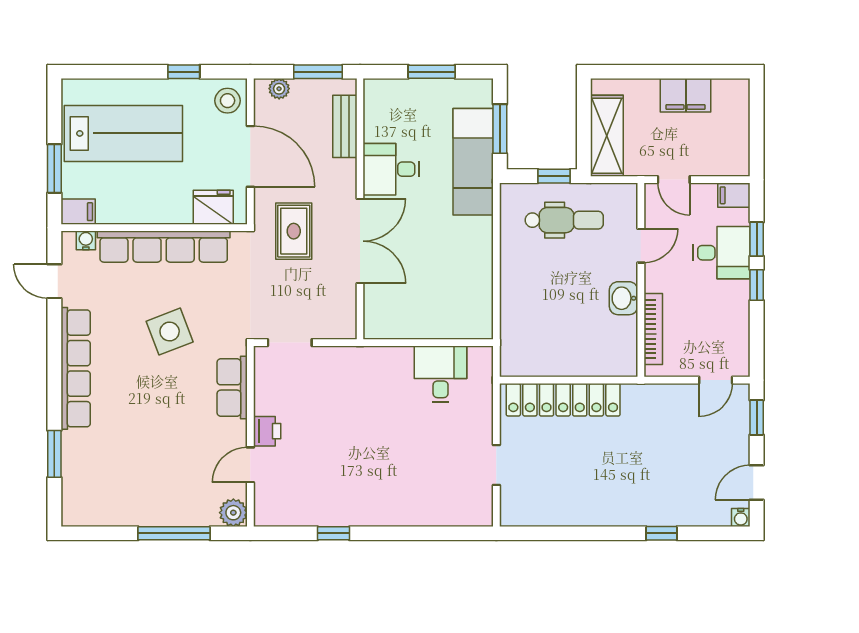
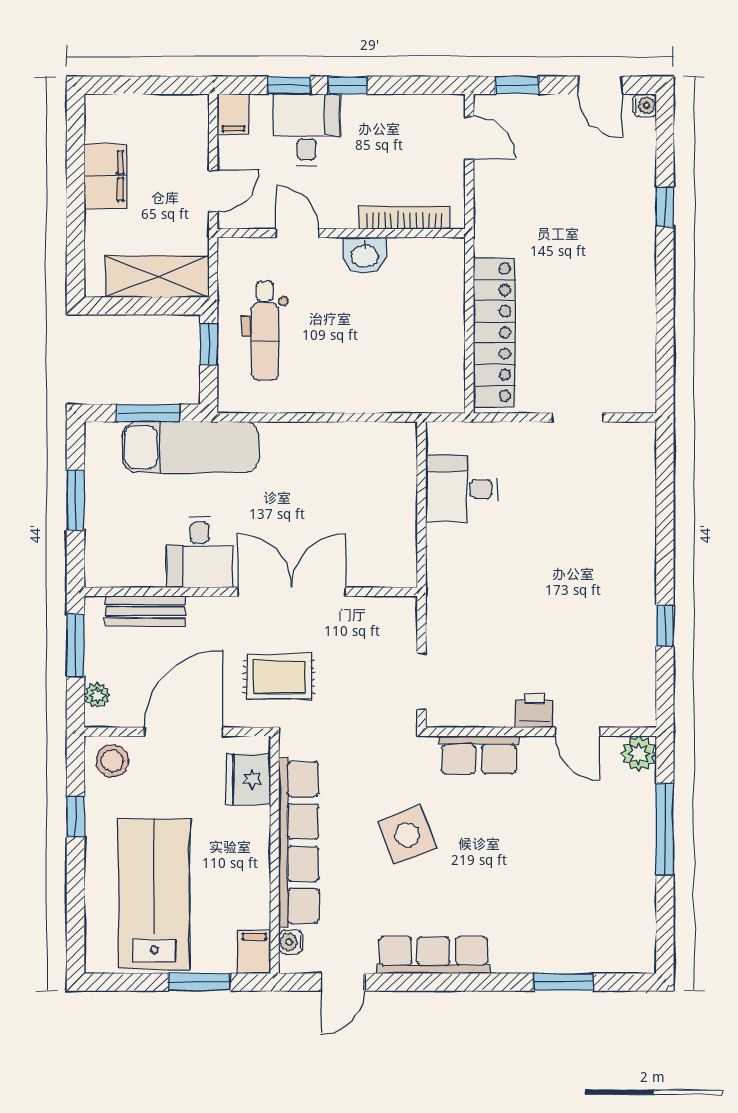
dental chair: (564, 220) -> (265, 331), turned 180
row of seats: (76, 368) -> (433, 955), width x0.73

